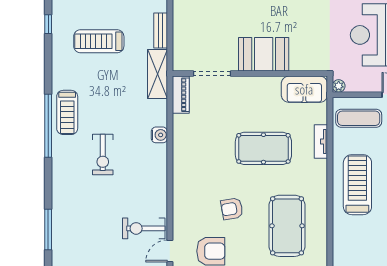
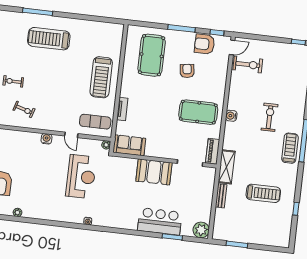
water cooler: (159, 135) -> (231, 116), moved
pool table: (263, 148) -> (198, 112), moved
armchair: (232, 209) -> (187, 71), turned -88

